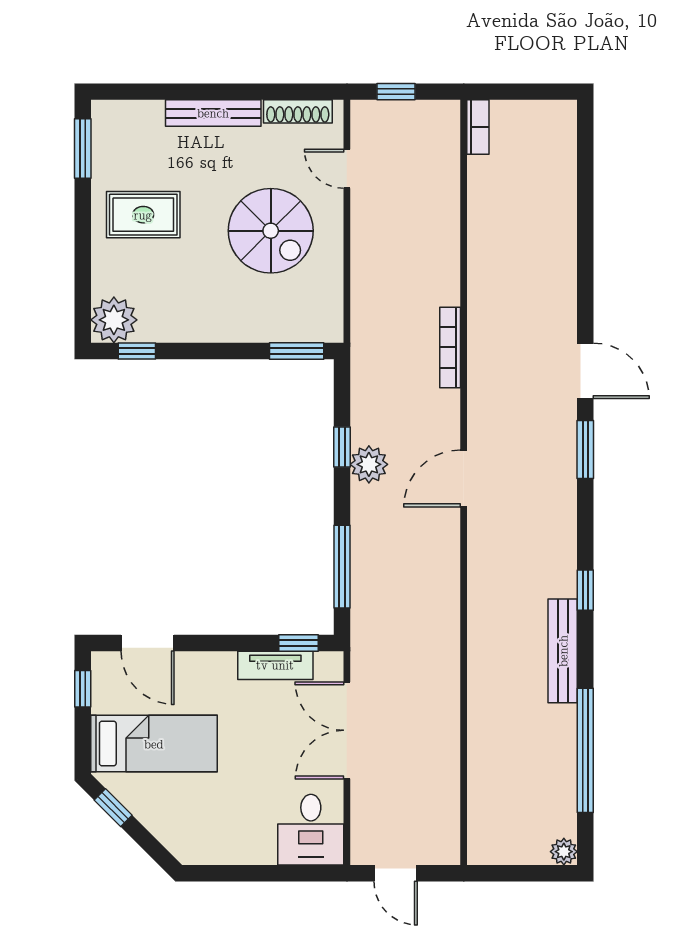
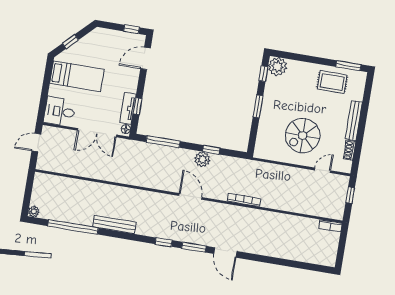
shoe rack: (298, 111) -> (350, 150), width x0.70
rug: (143, 215) -> (332, 82), moved, turned 90
window: (297, 351) -> (258, 106), moved
door: (585, 371) -> (225, 252), hinge flipped
window: (585, 590) -> (164, 242), moved
window: (298, 643) -> (138, 106), moved
floor lamp: (327, 662) -> (126, 129), added
double door: (347, 730) -> (97, 133), swing flipped
bed: (154, 744) -> (77, 76), moved, turned -90
window: (113, 808) -> (70, 42), moved

